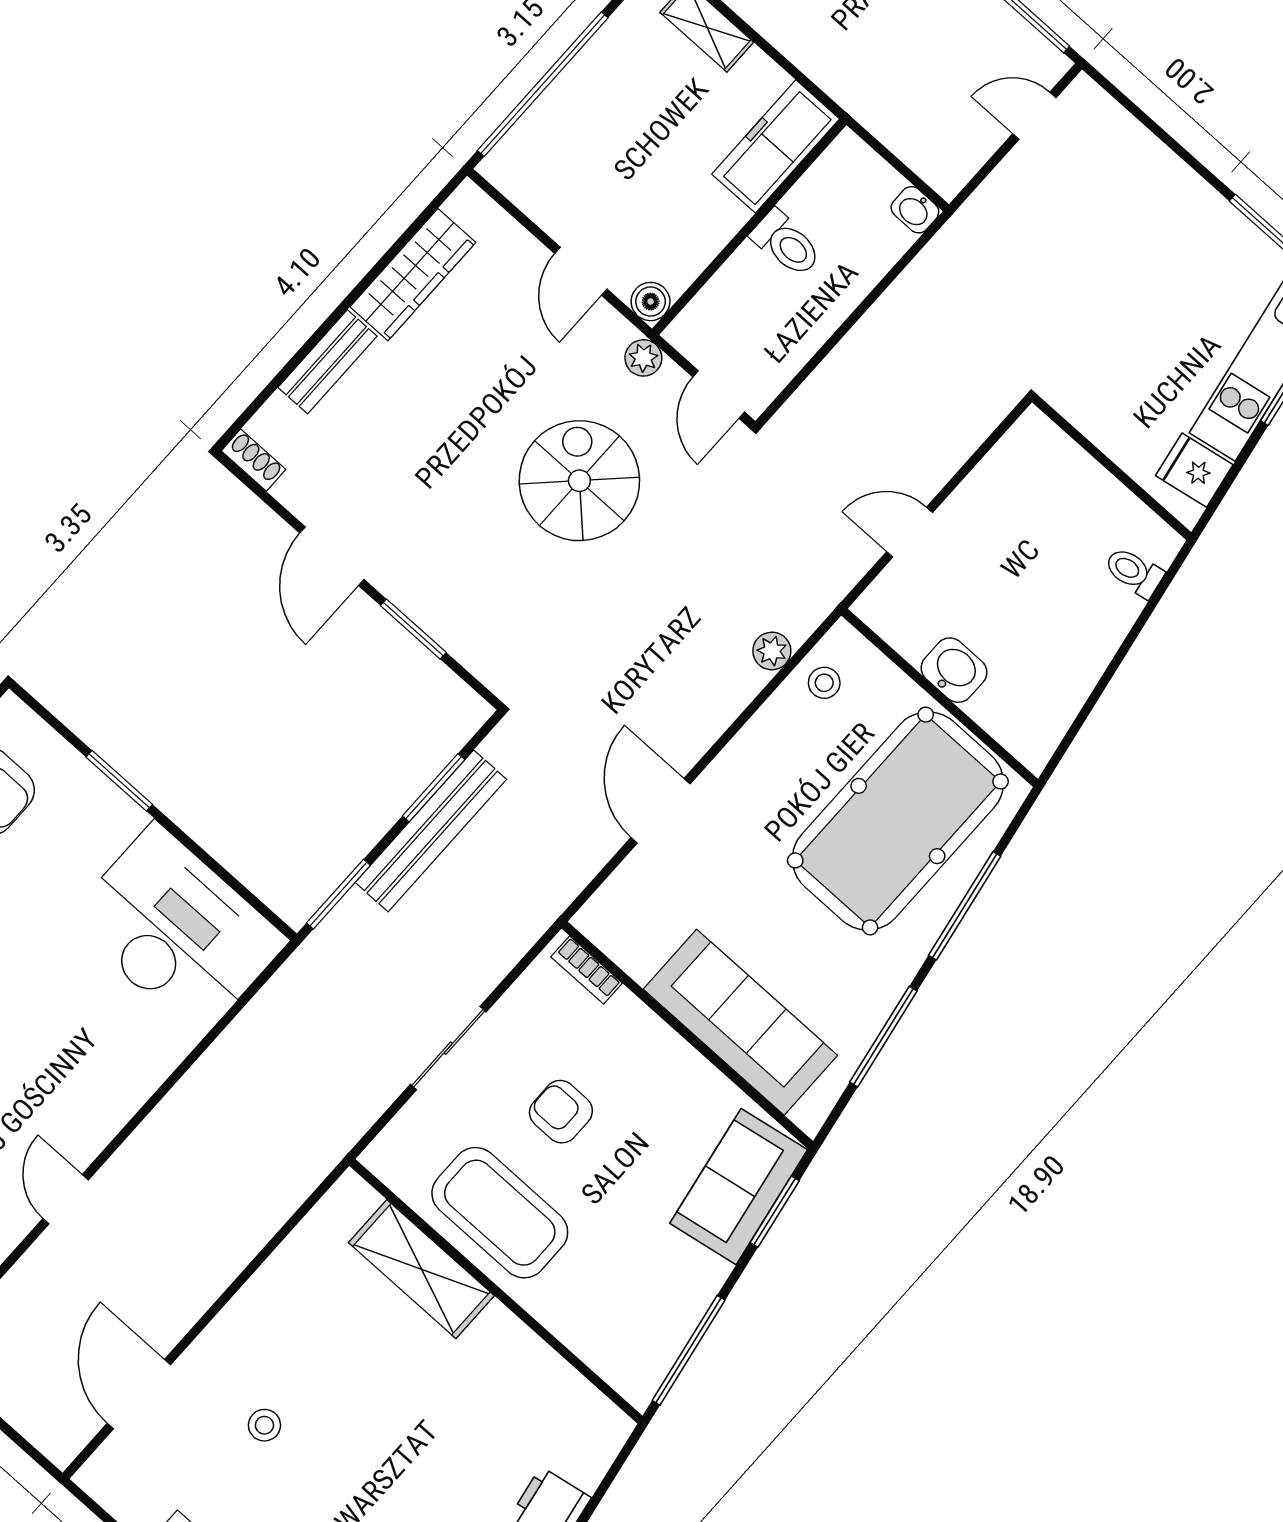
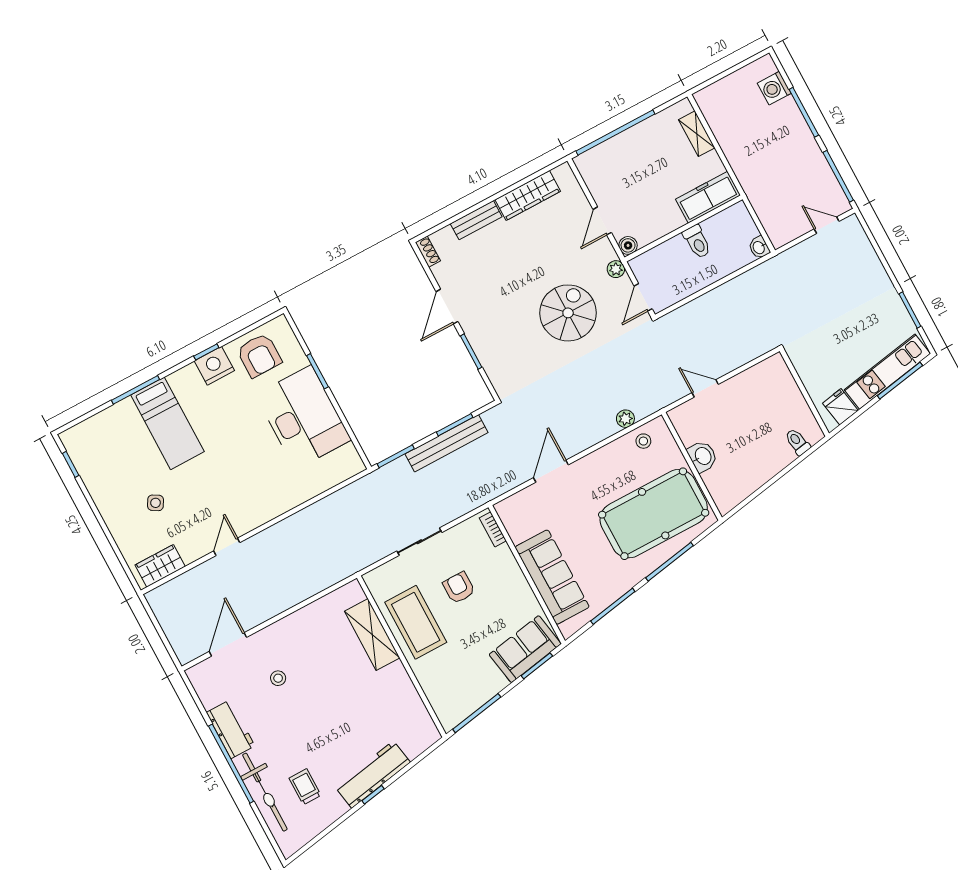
desk: (177, 930) -> (303, 417), moved

